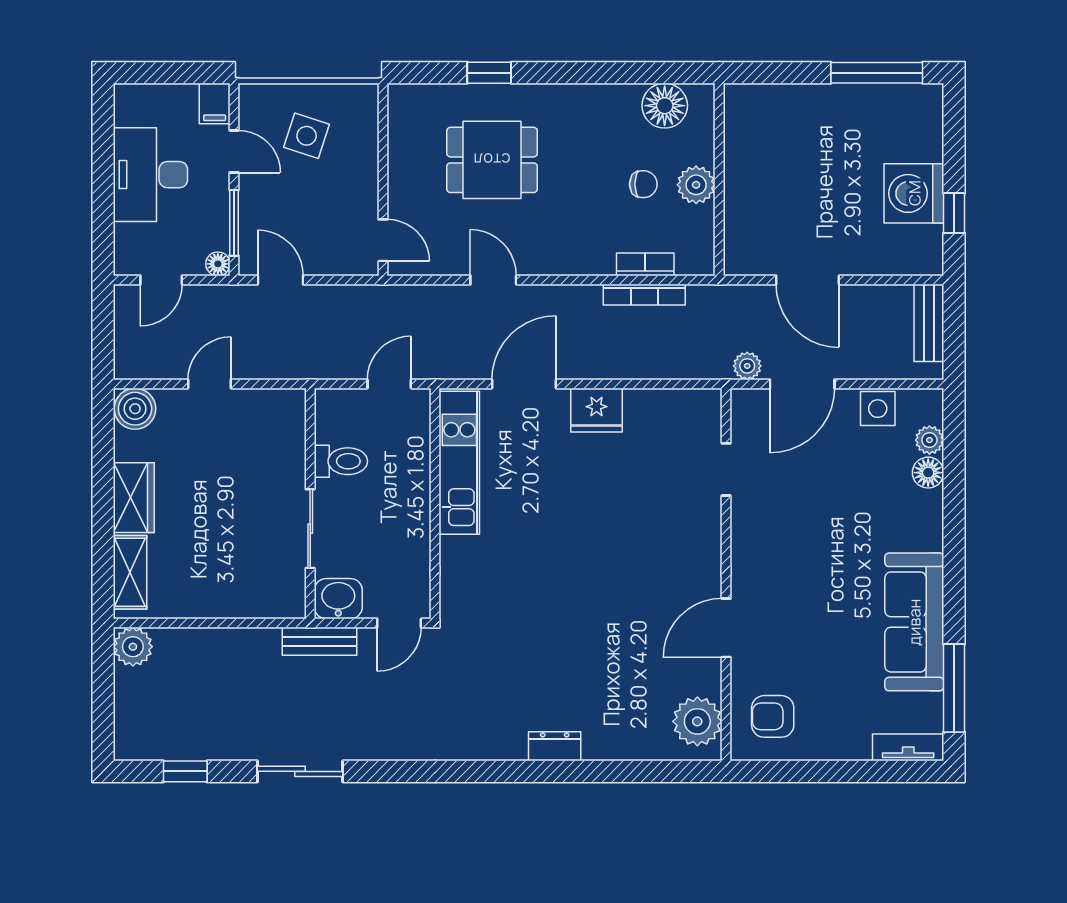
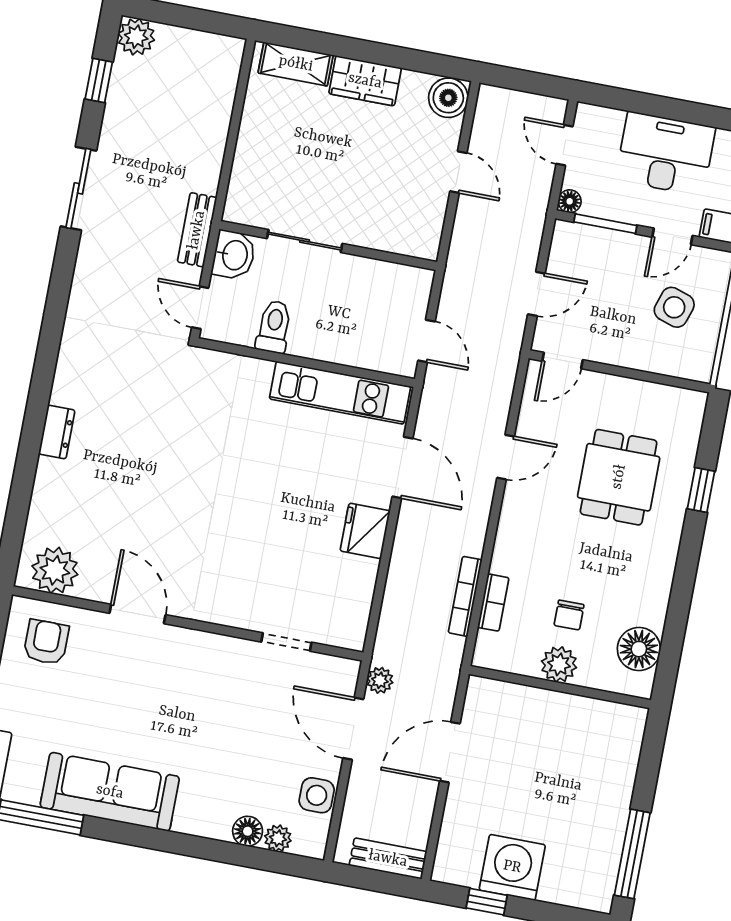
door: (280, 280) -> (536, 294), moved
toilet: (341, 461) -> (274, 327), moved, turned 180
plant: (133, 647) -> (136, 37), moved

